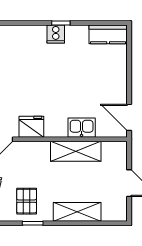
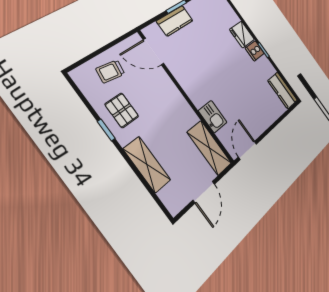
fridge: (31, 127) -> (242, 35), moved, turned 180
shelving: (76, 151) -> (209, 148), moved
pallet: (27, 201) -> (122, 110), turned 90

